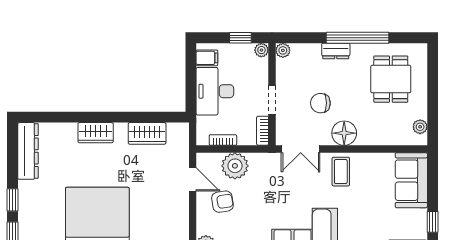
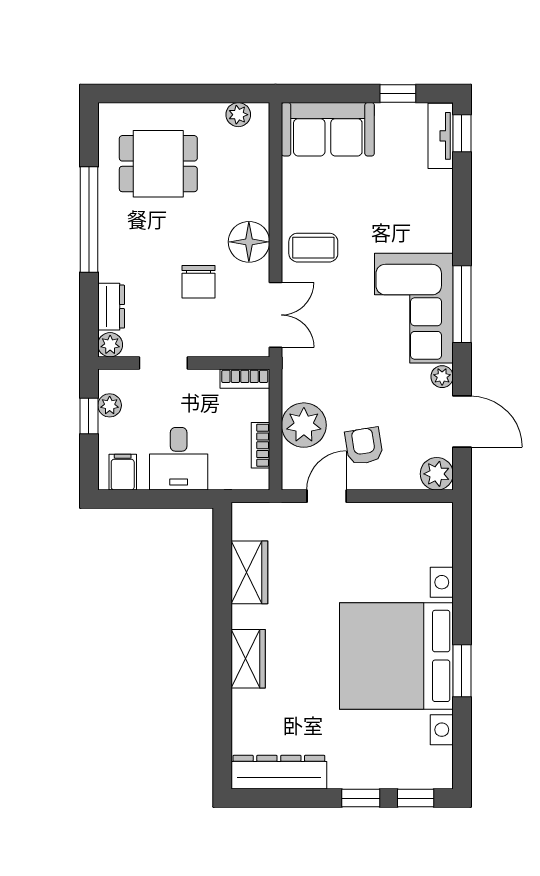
plant: (261, 50) -> (110, 405), moved
dresser: (336, 51) -> (111, 307), moved
desk: (215, 91) -> (179, 459), width x0.73
doorway: (272, 100) -> (163, 363), moved

